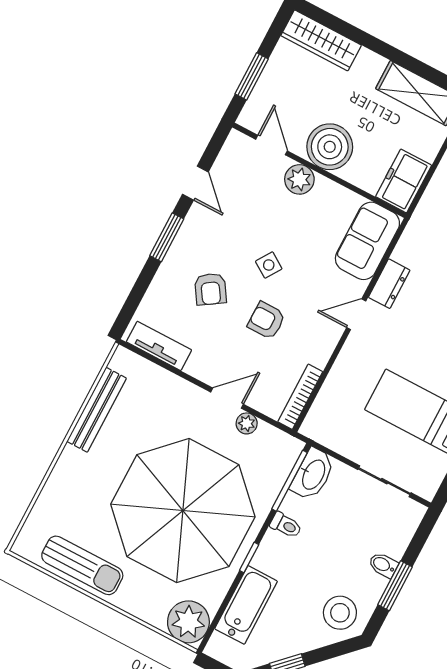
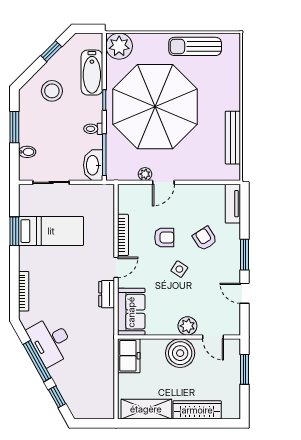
wardrobe: (321, 40) -> (197, 410), moved
tv unit: (159, 346) -> (233, 204), moved, turned 90
bookcase: (300, 397) -> (123, 235), moved
bidet: (383, 565) -> (27, 152), moved
stool: (340, 613) -> (52, 91), moved

